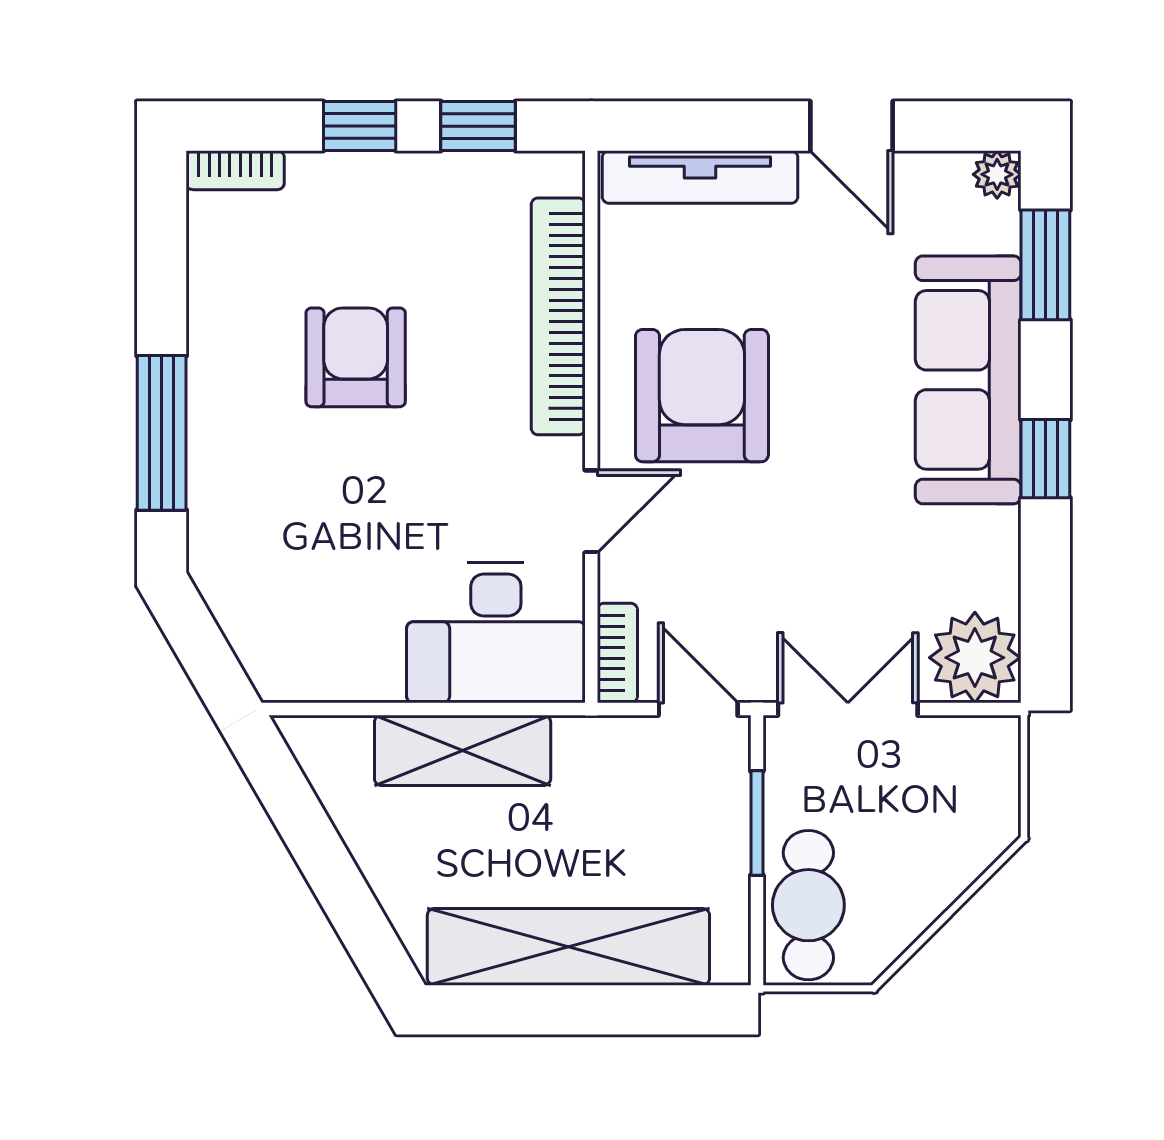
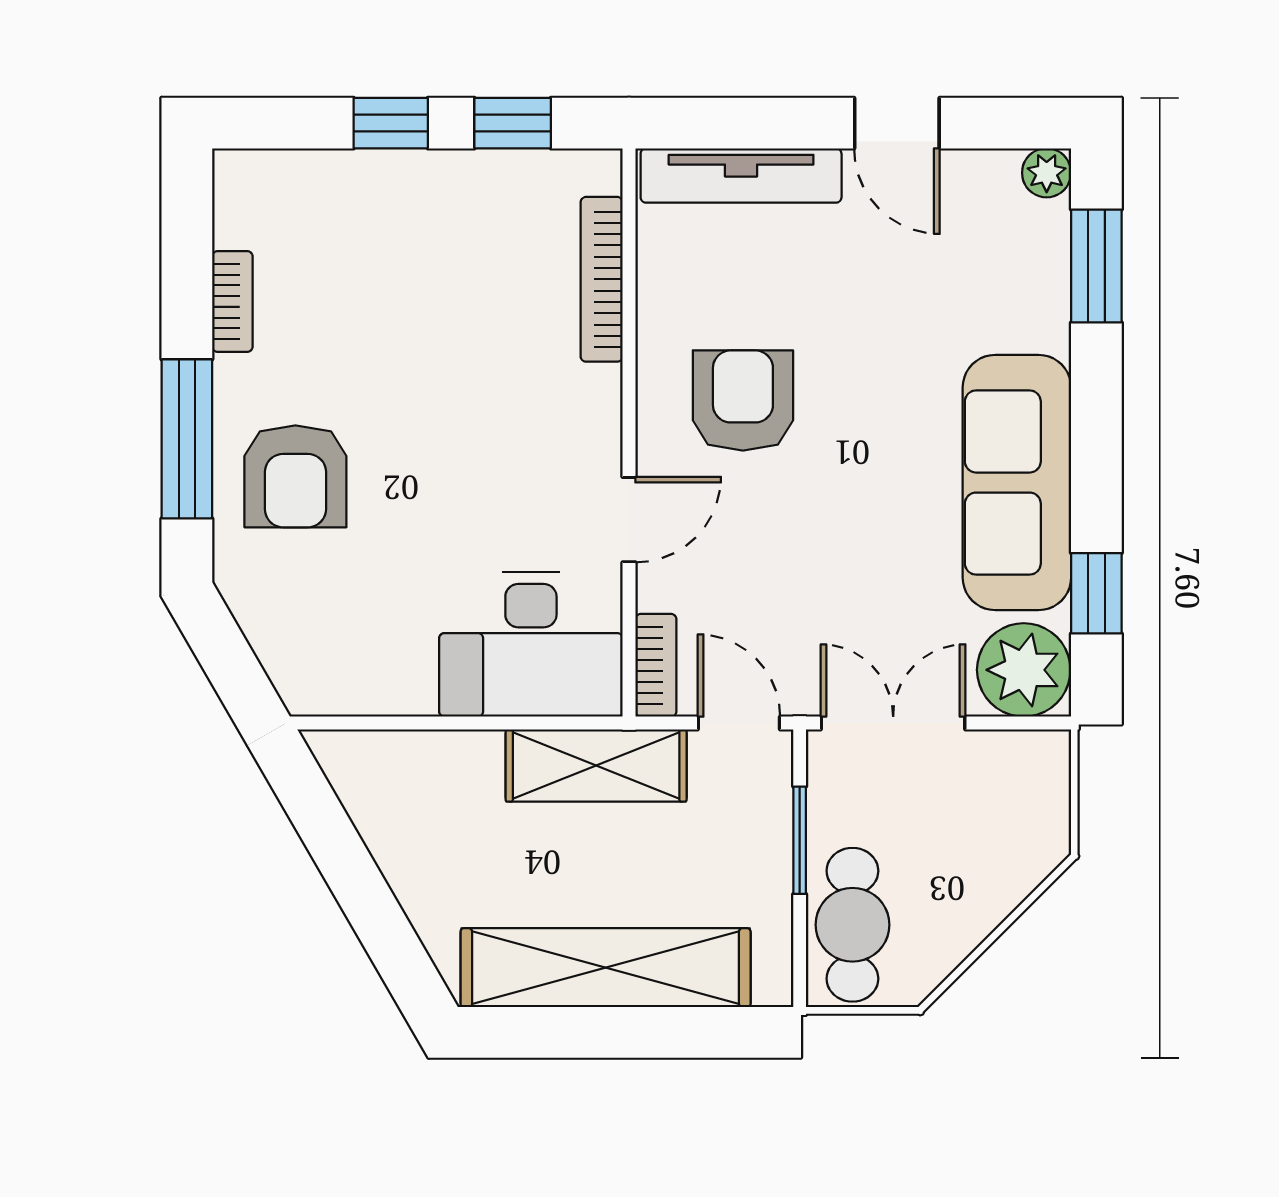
bookcase: (235, 170) -> (232, 302), moved, turned -90
bookcase: (558, 316) -> (602, 279), width x0.68, depth x0.76
armchair: (356, 357) -> (295, 476), moved, turned 180
sofa: (968, 380) -> (1017, 483), moved
armchair: (702, 396) -> (743, 400), width x0.73, depth x0.73
window: (1045, 459) -> (1096, 593), moved
shelving: (463, 750) -> (596, 766), moved

